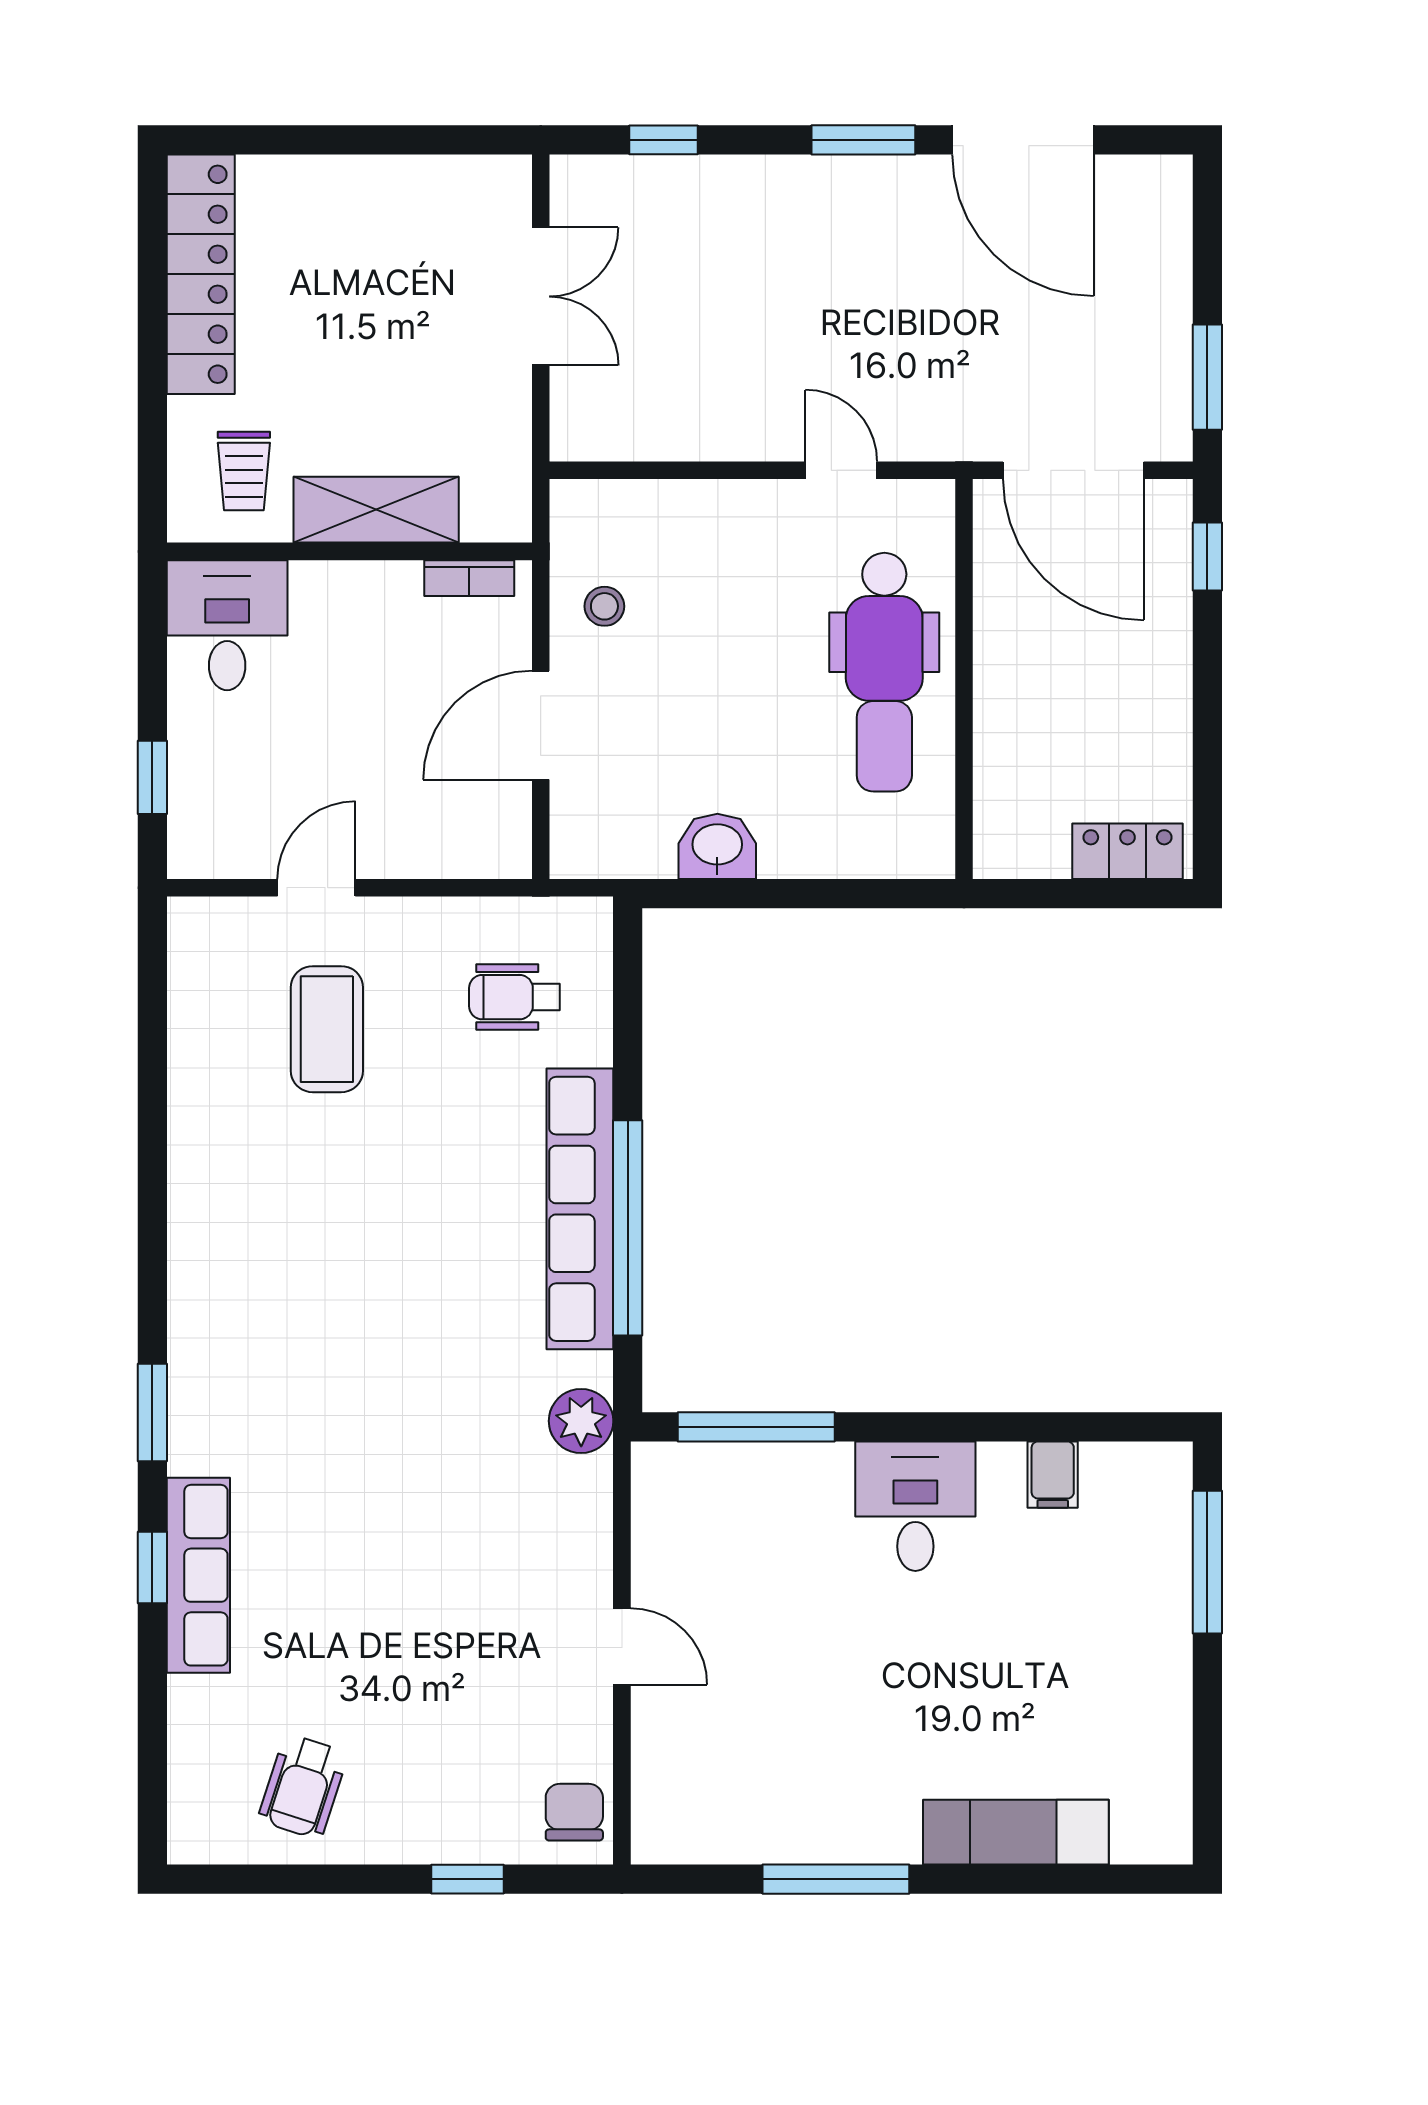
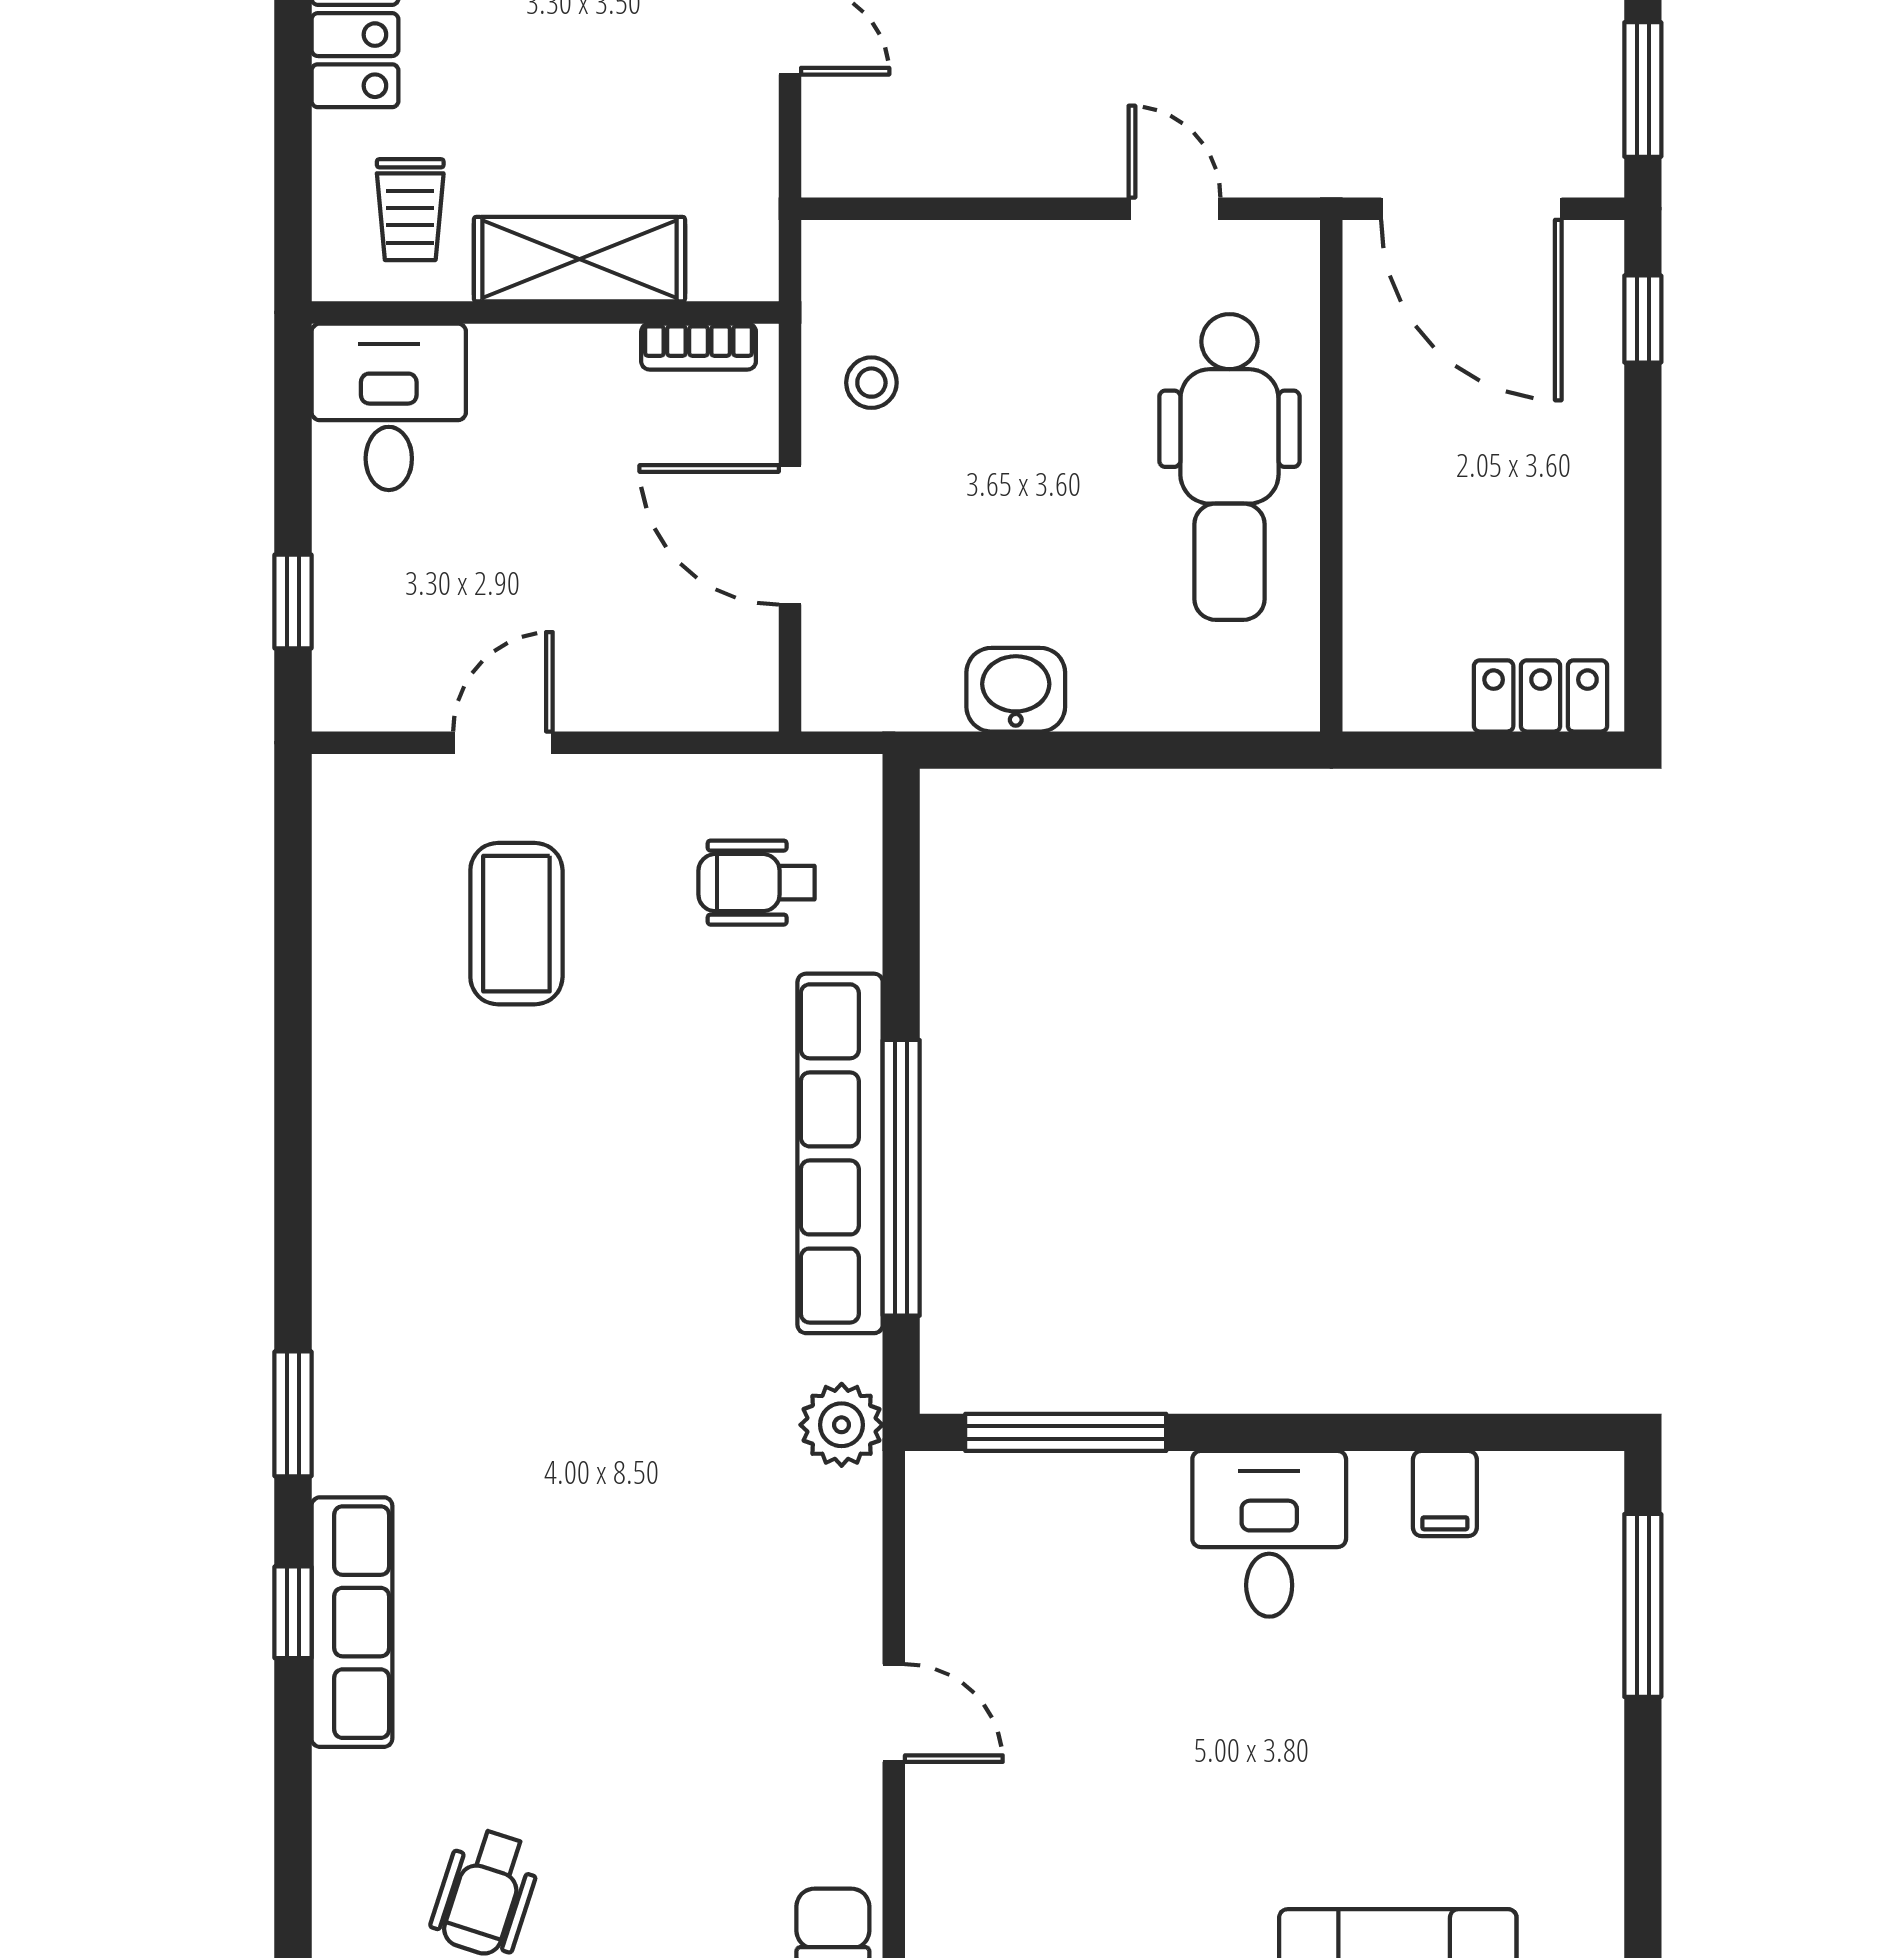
door: (541, 725) -> (790, 535), hinge flipped

